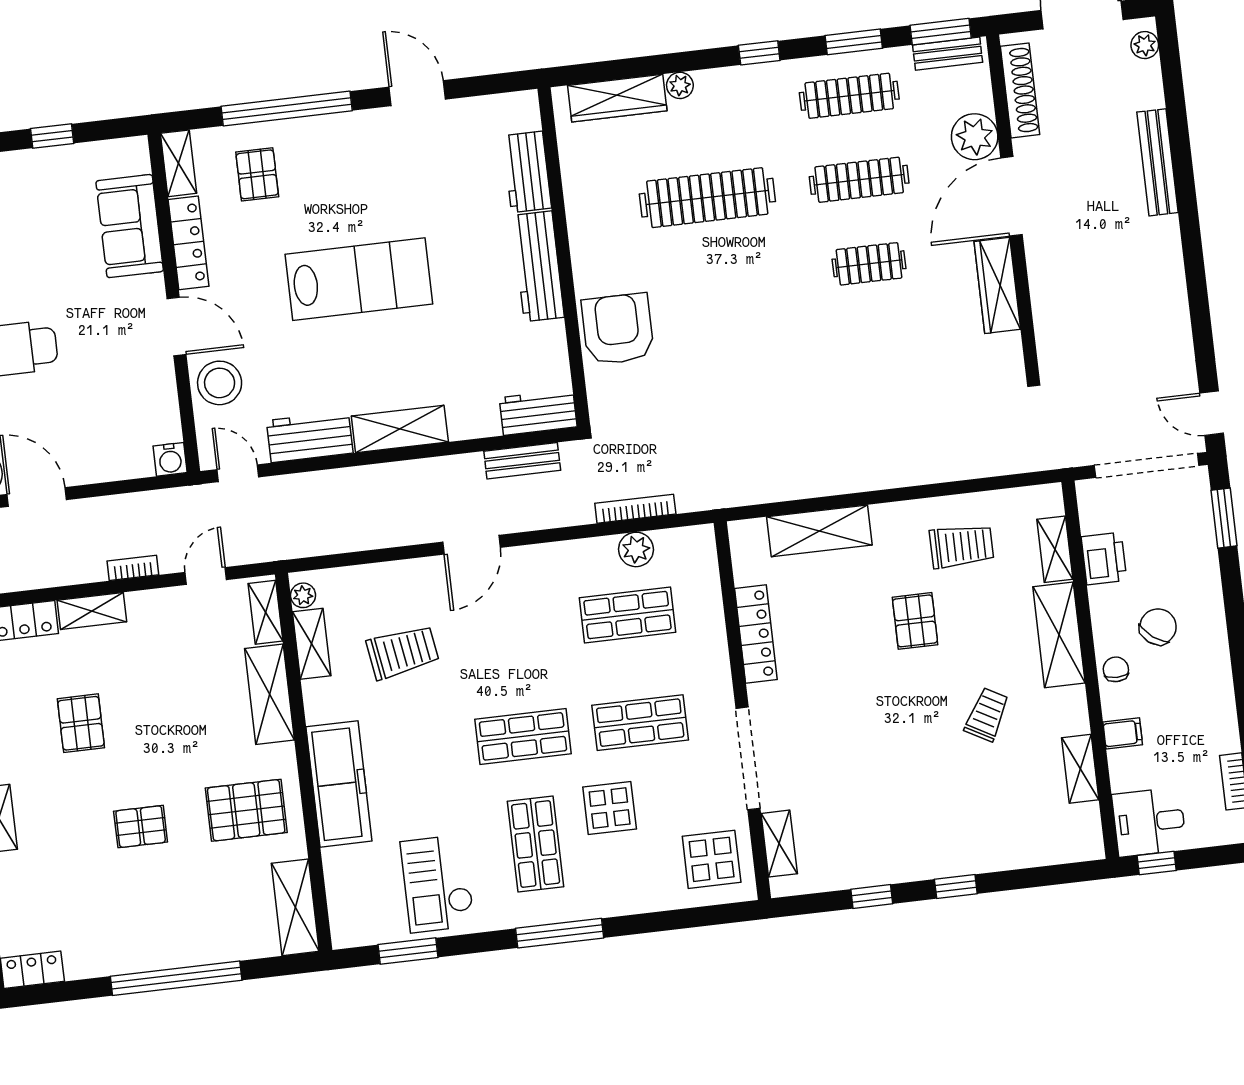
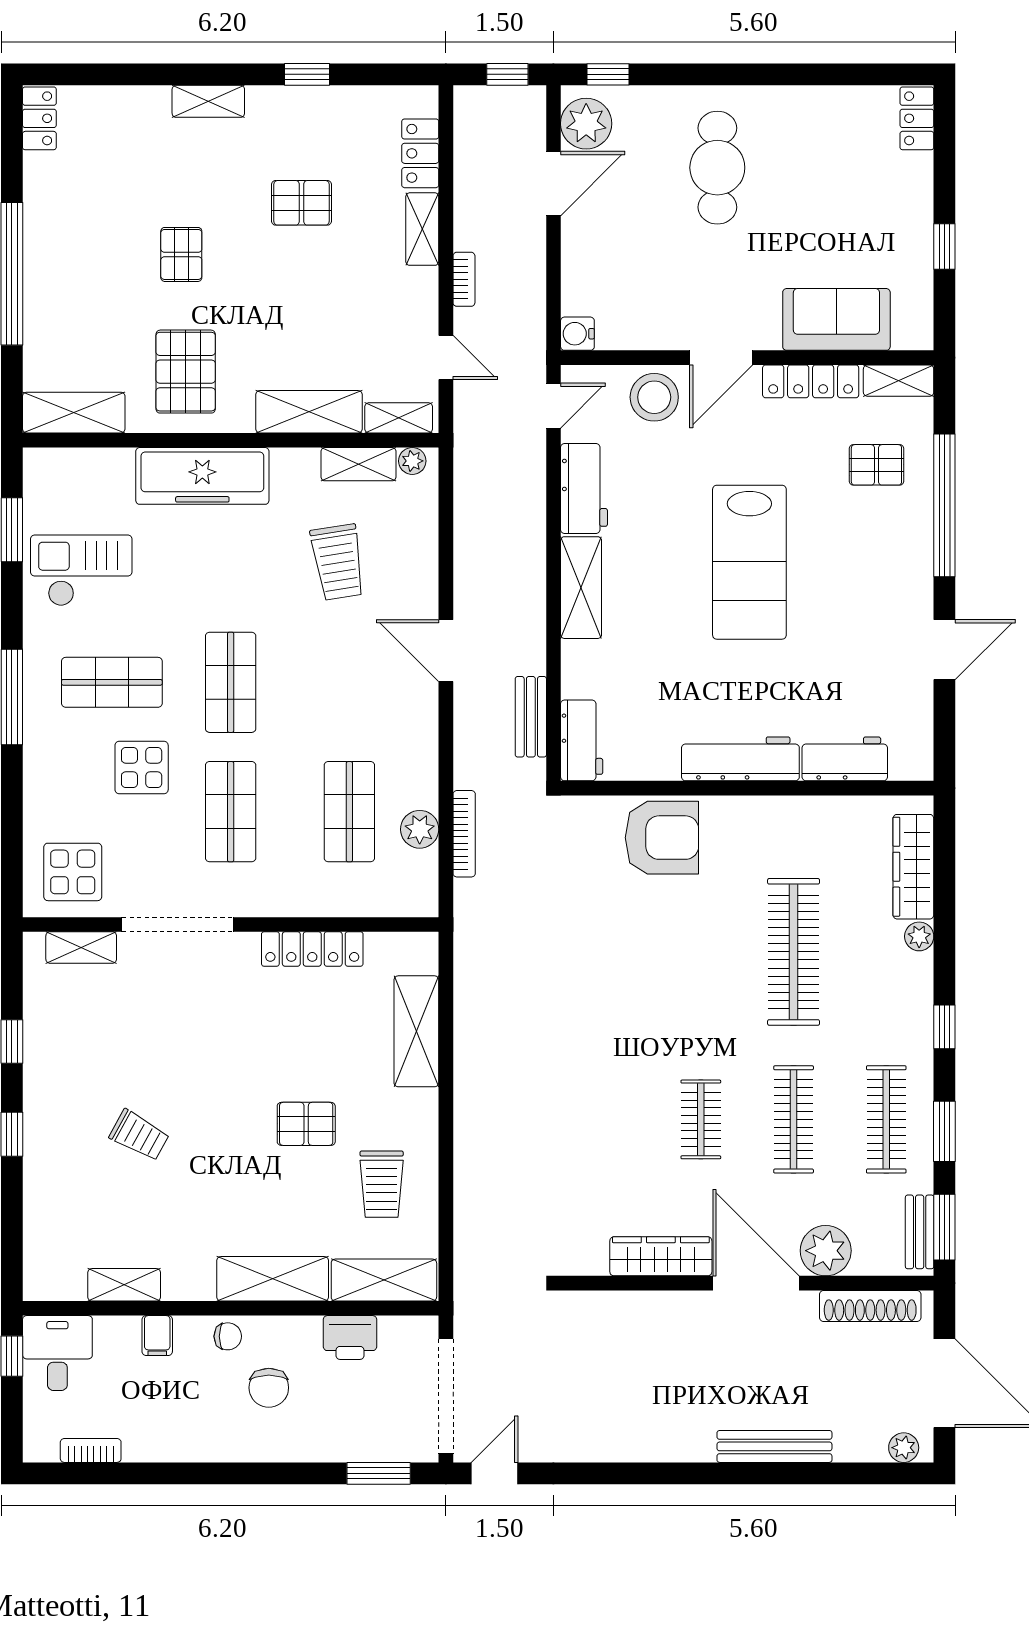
shelving: (1055, 549) -> (384, 1280), width x1.50, depth x1.33
chair: (1158, 627) -> (269, 1388), turned 52
trolley: (987, 715) -> (139, 1135), moved

